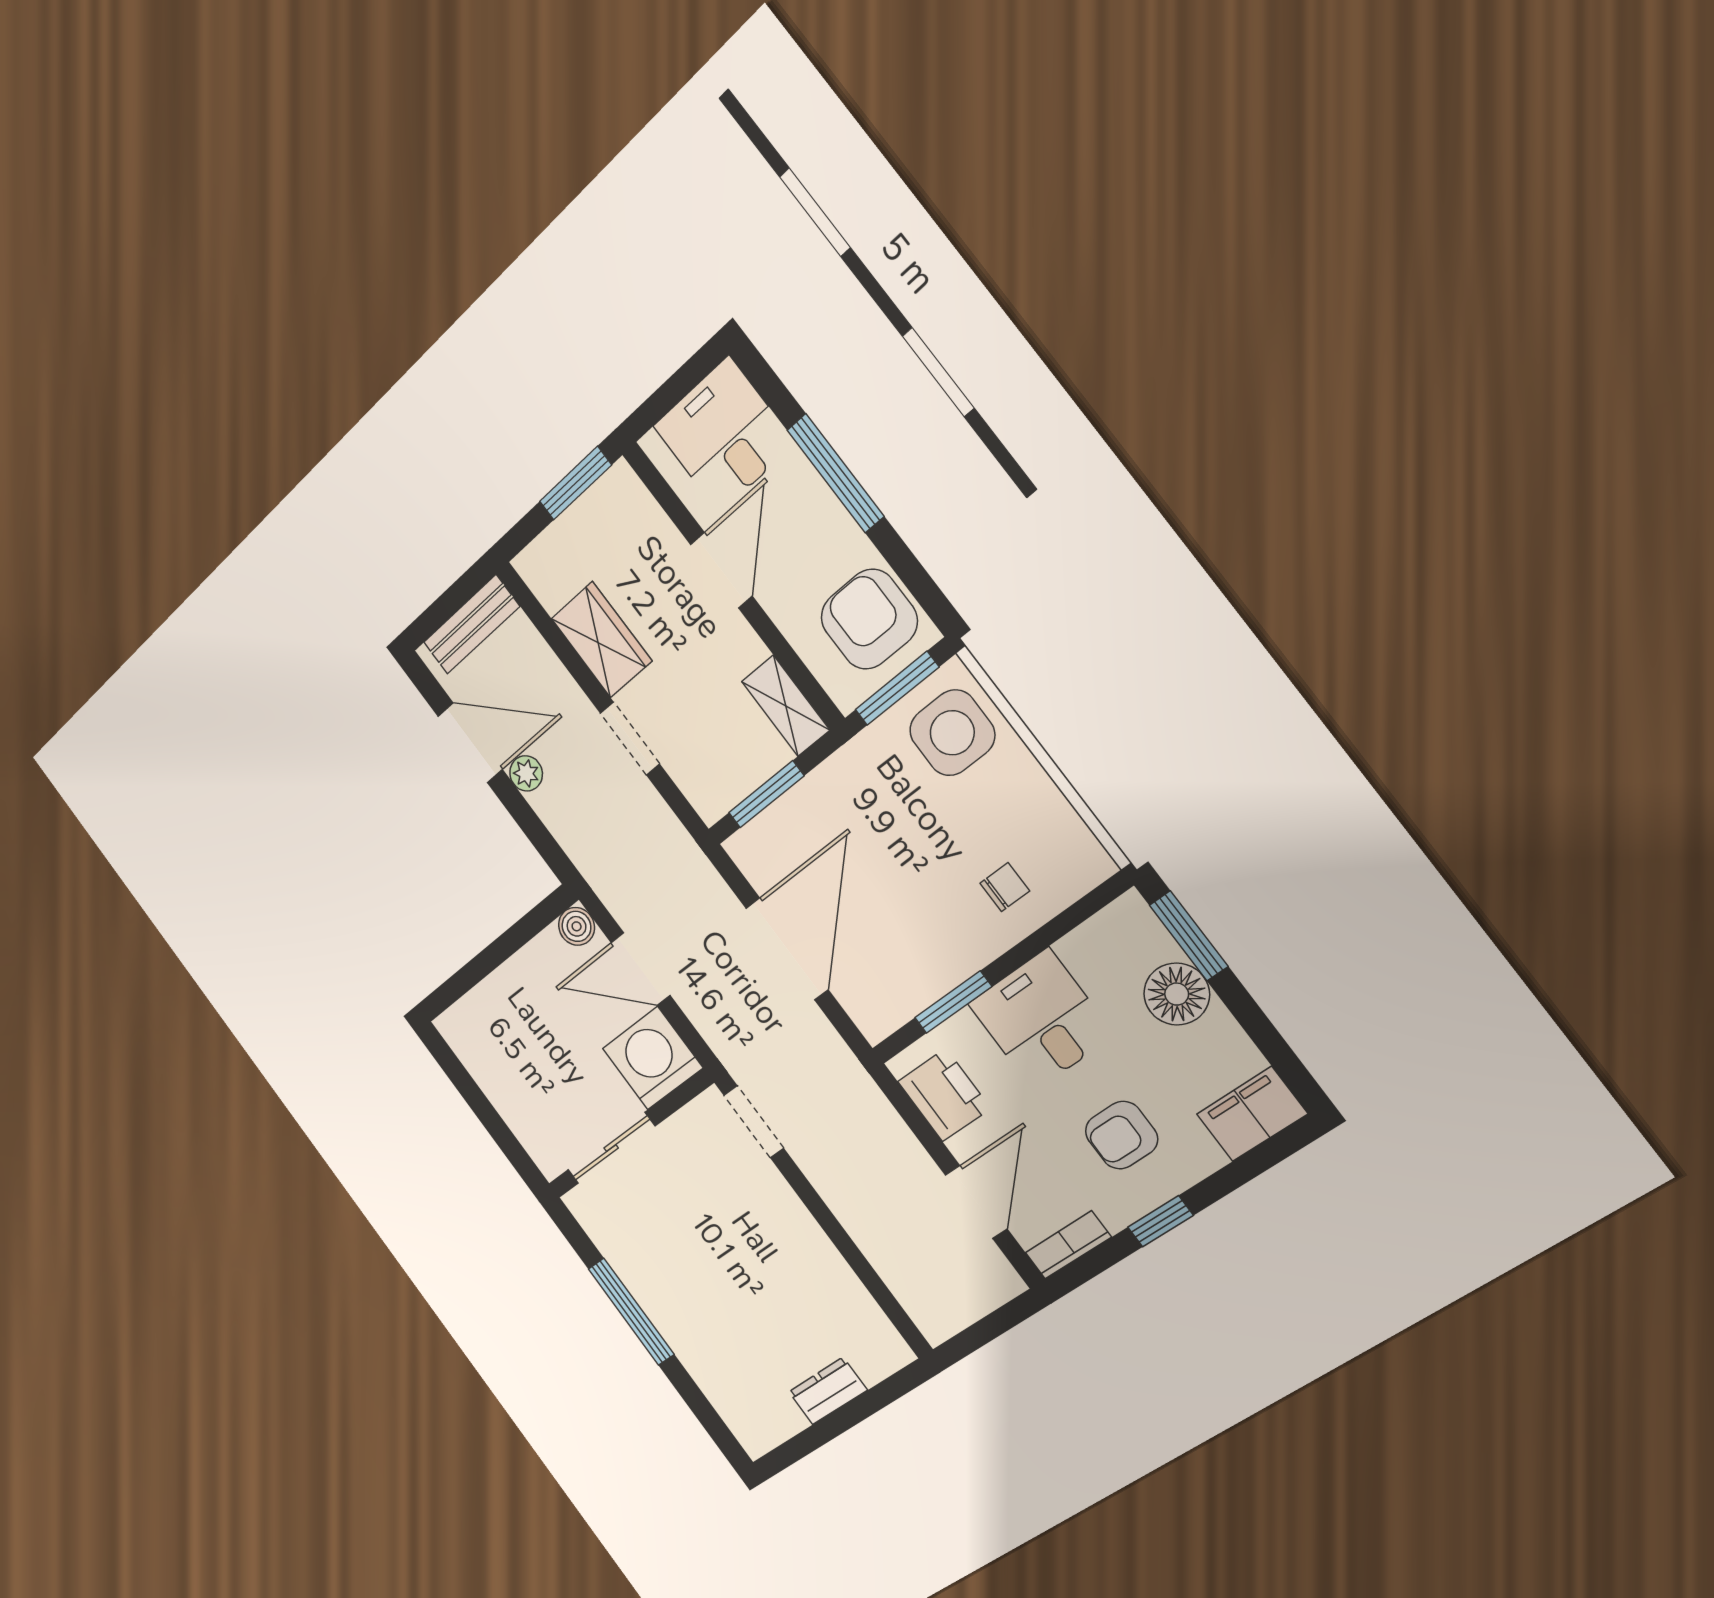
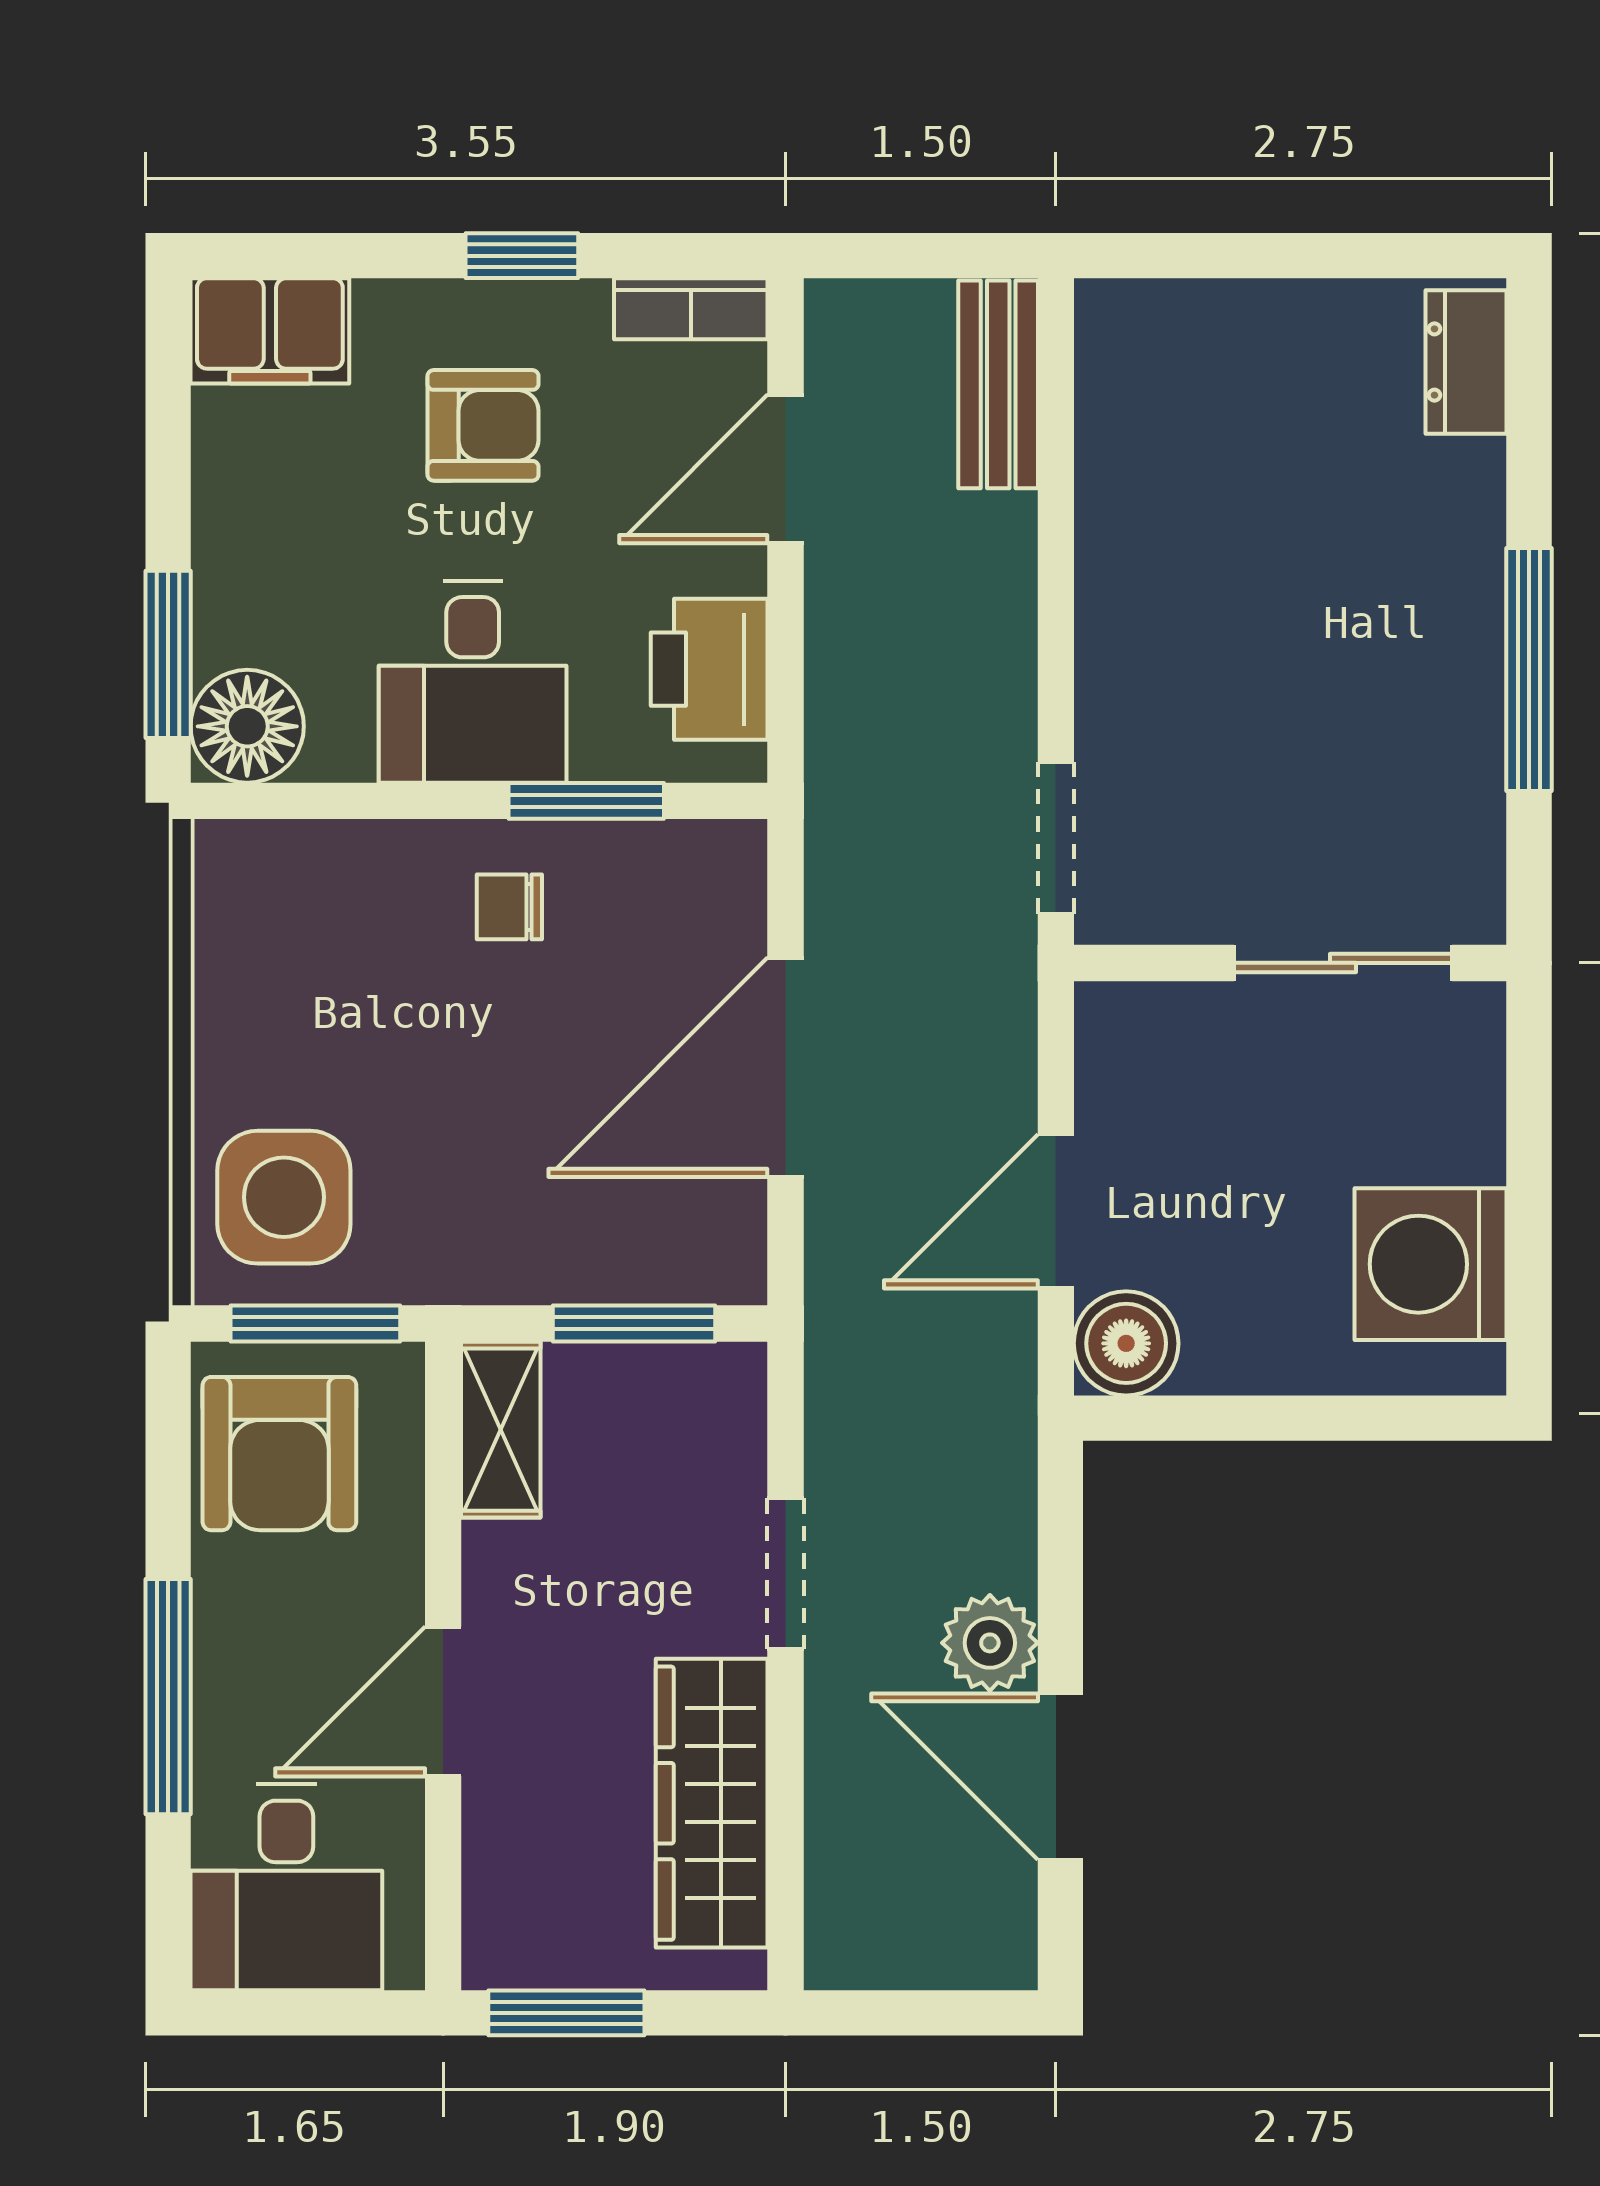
bench: (471, 624) -> (998, 384), moved, turned 90
wardrobe: (601, 640) -> (712, 1803), width x1.50
plant: (526, 773) -> (990, 1643), width x1.38, depth x1.38
chair: (1005, 887) -> (509, 907), moved
boiler: (577, 926) -> (1126, 1343), width x1.36, depth x1.36
door: (640, 969) -> (1056, 1211), swing flipped
floor lamp: (1177, 994) -> (247, 726), moved
washing machine: (653, 1058) -> (1431, 1264), moved, turned 90
dresser: (828, 1391) -> (1466, 362), moved, turned 90

